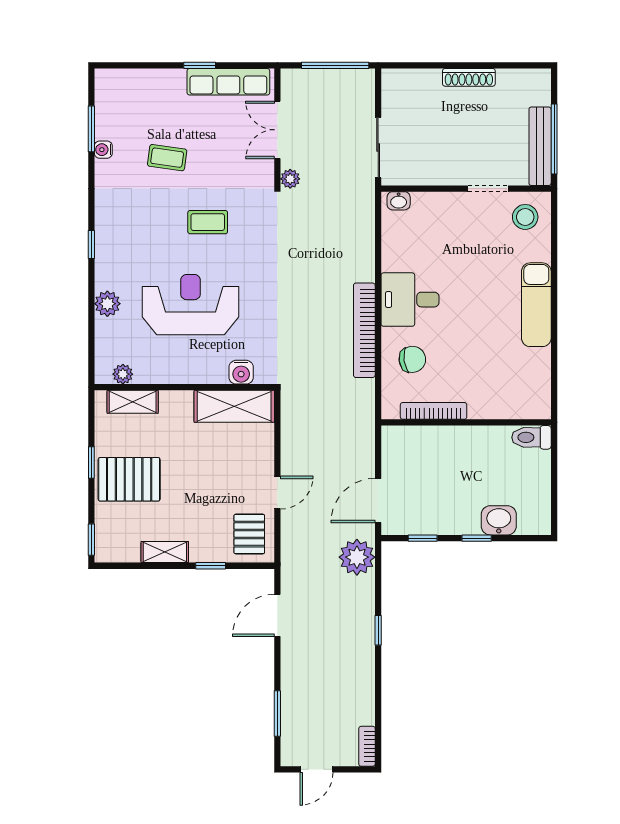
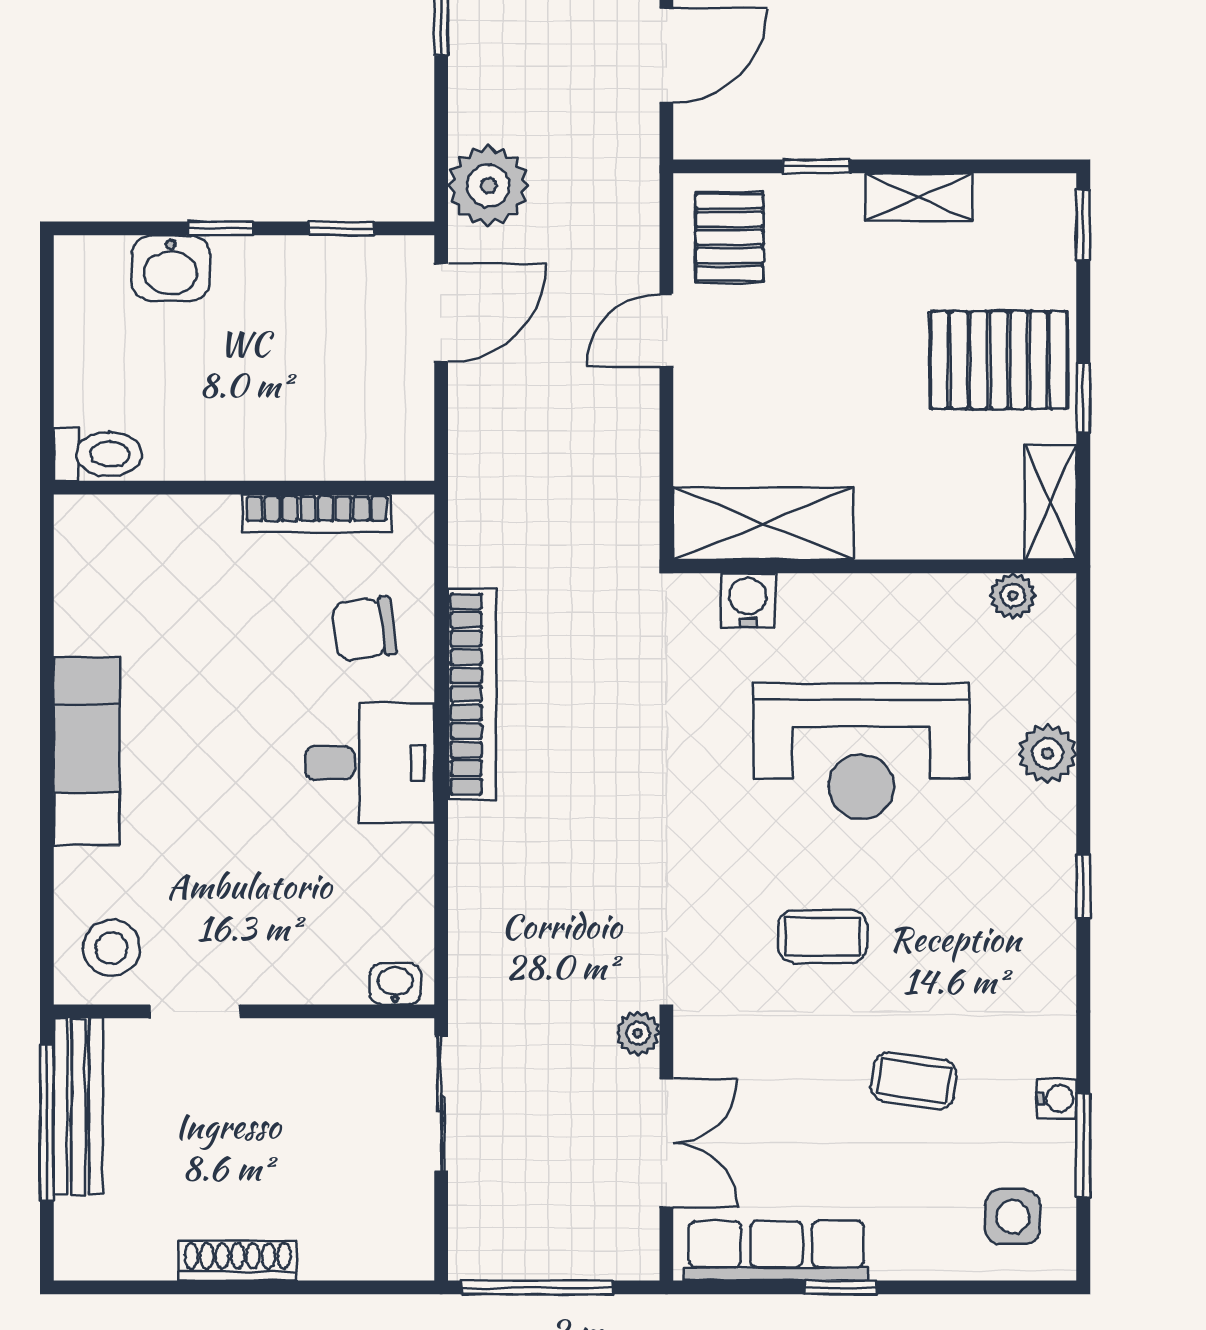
side table: (123, 97) -> (1013, 1217), added
shelving: (133, 402) -> (1051, 502), moved, turned 90

